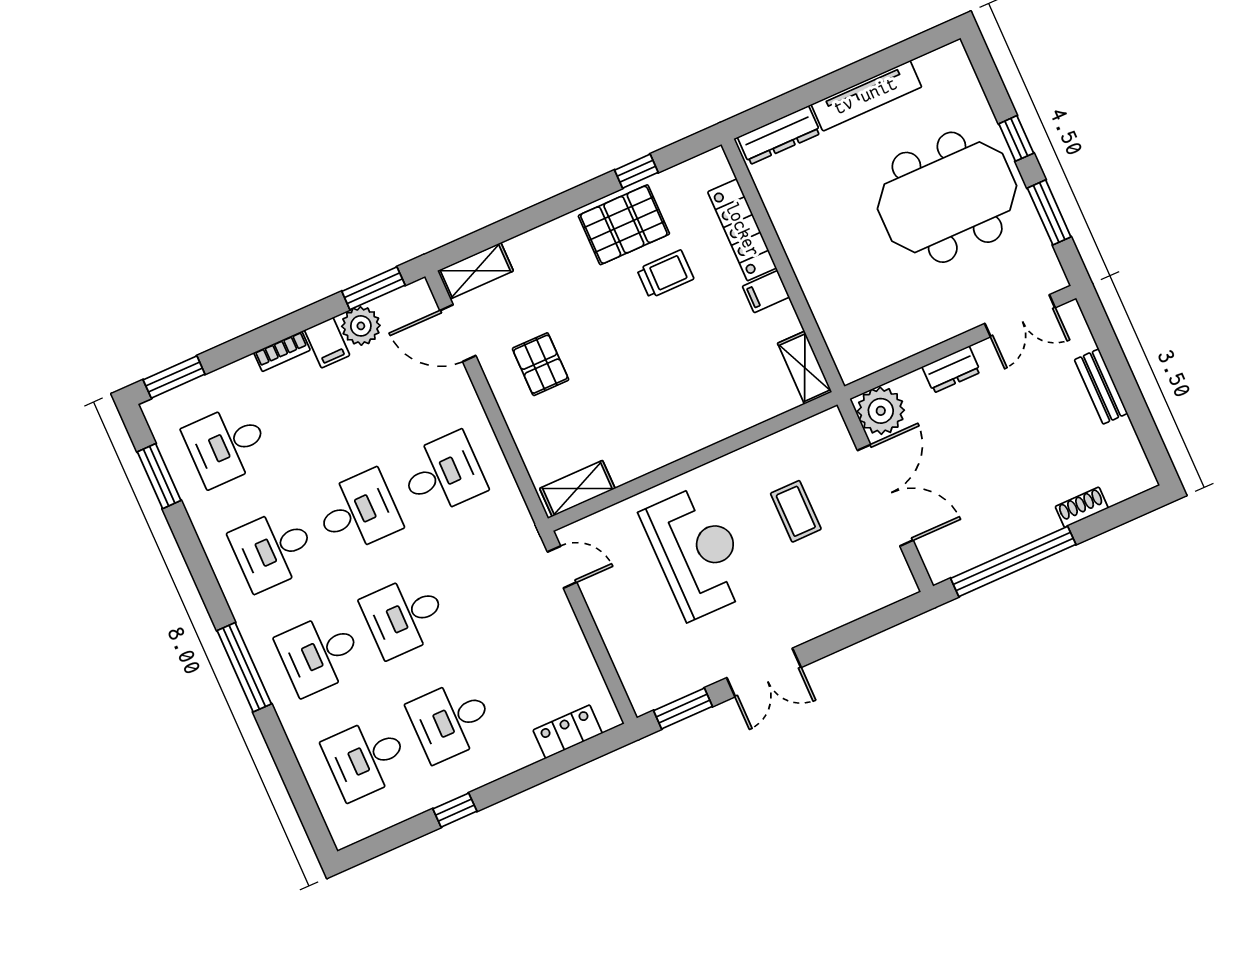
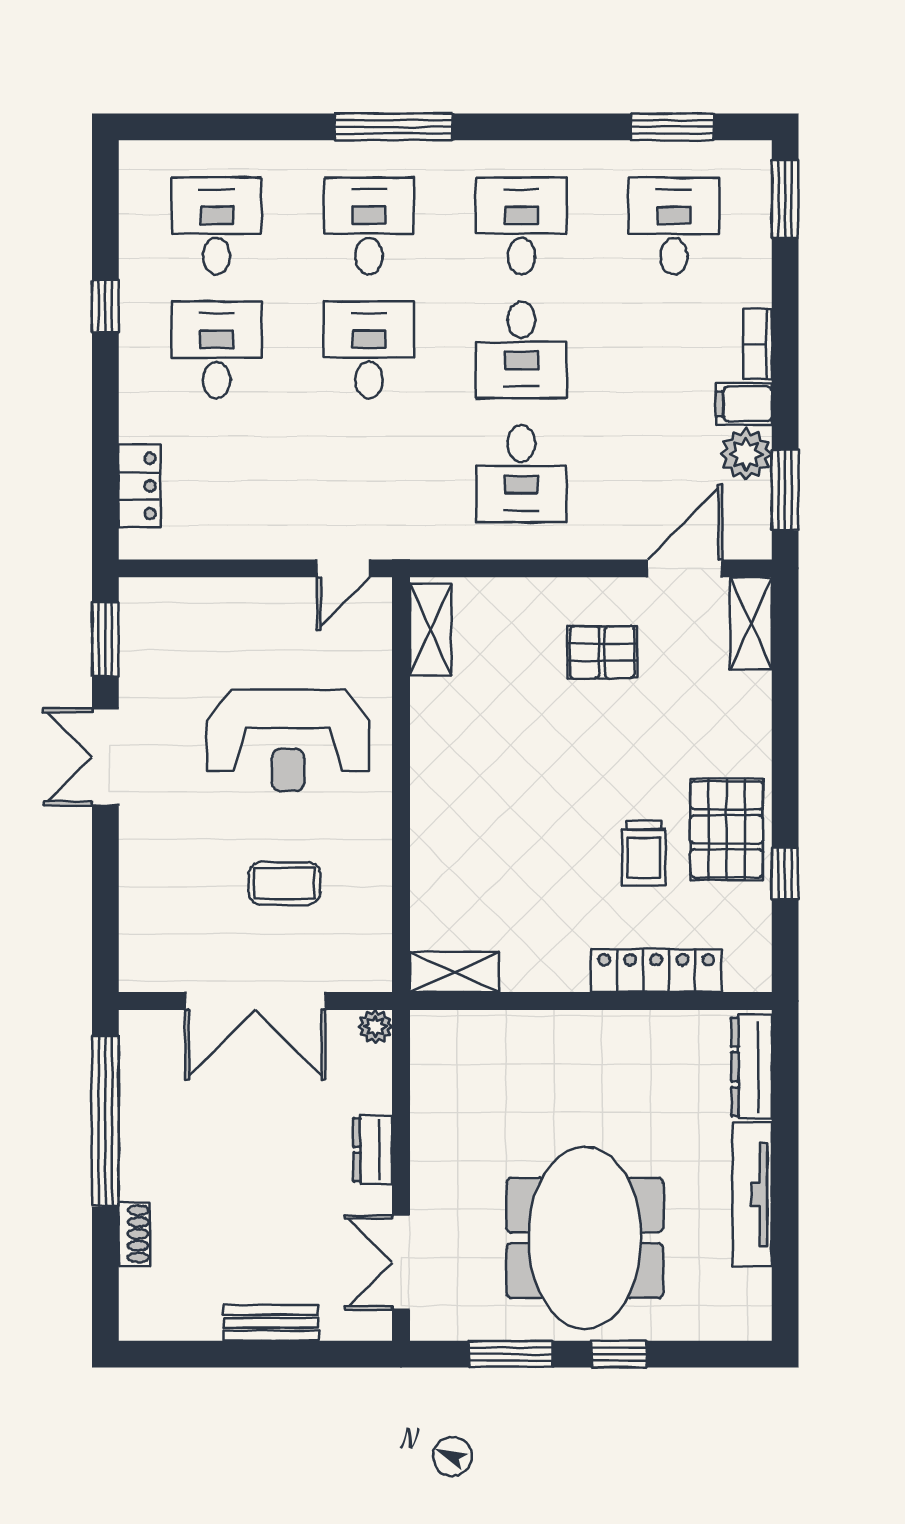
filing cabinet: (766, 292) -> (568, 966), removed
plant: (881, 411) -> (375, 1027), width x0.53, depth x0.53

